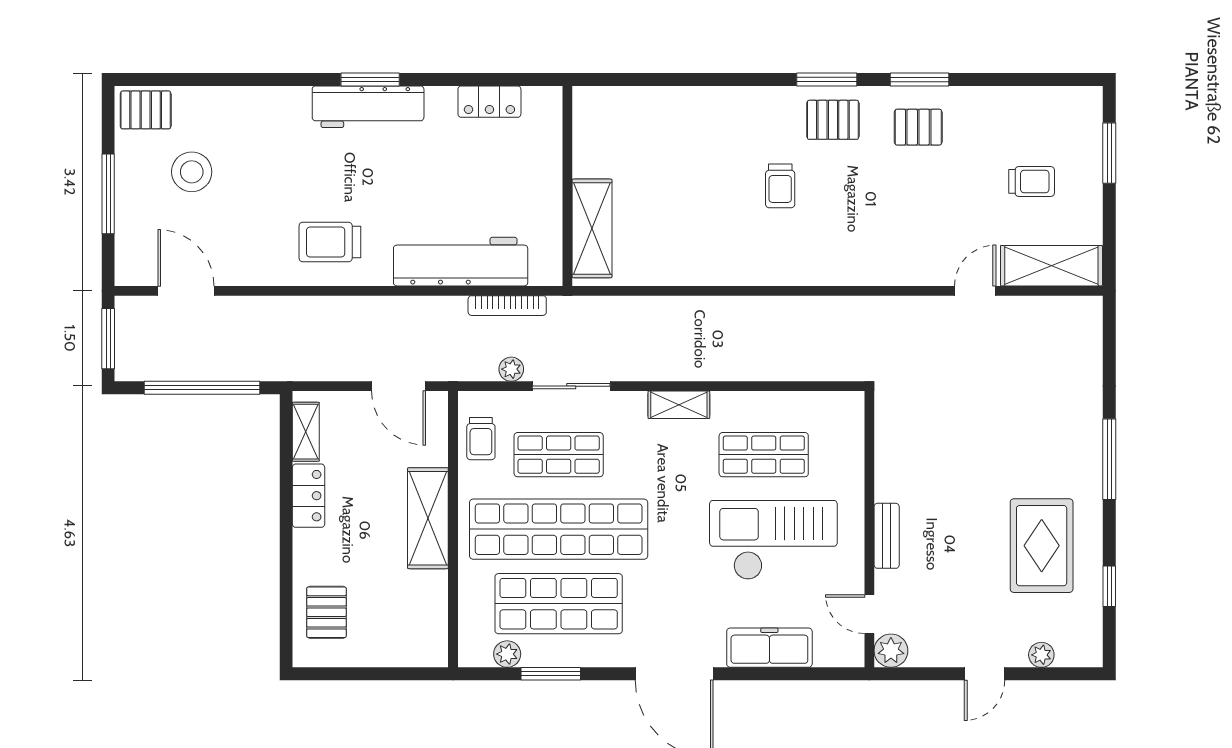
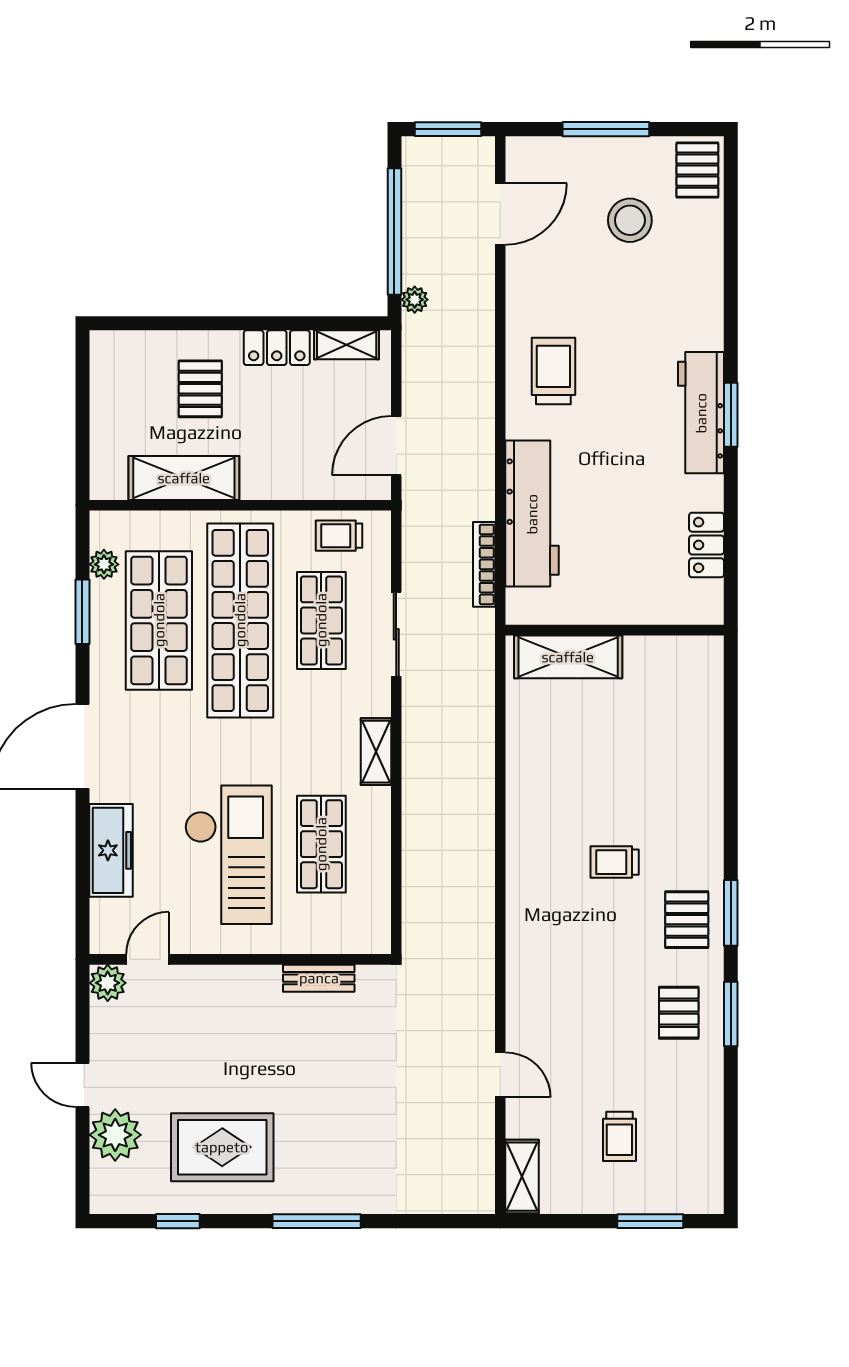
shelving: (1051, 266) -> (522, 1177), width x0.67, depth x0.75
plant: (511, 369) -> (415, 300), moved
shelving: (428, 518) -> (184, 478), moved
bench: (887, 536) -> (319, 978), moved
pallet: (326, 612) -> (200, 389), moved, turned 90
plant: (1041, 655) -> (115, 1135), width x1.88, depth x1.88

